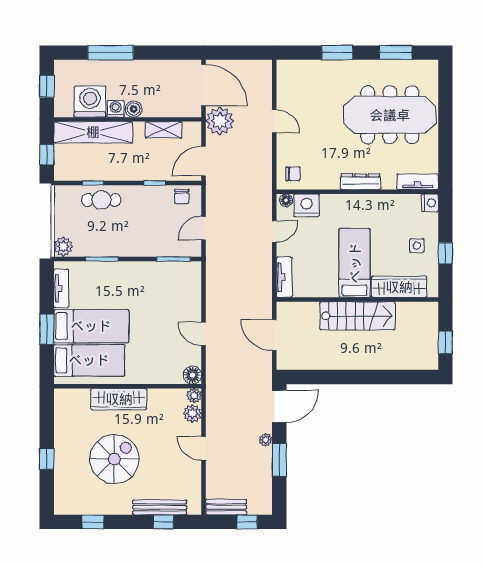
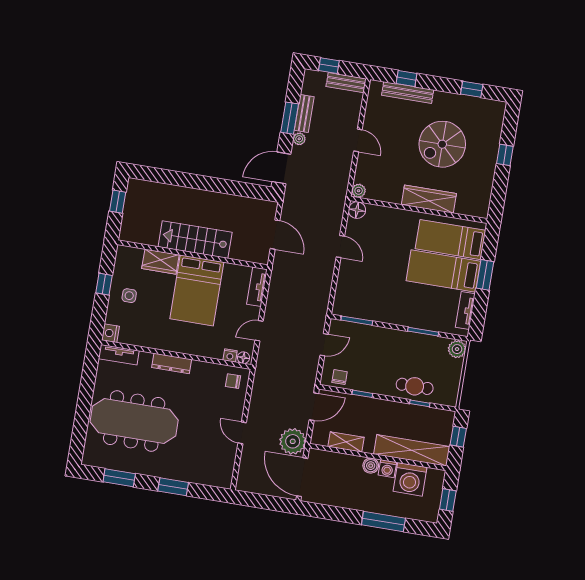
nightstand: (307, 205) -> (230, 355), width x0.53, depth x0.56
bed: (355, 263) -> (197, 290), width x1.50
wardrobe: (399, 287) -> (160, 262), width x0.67
plant: (192, 413) -> (363, 175), removed
bench: (265, 467) -> (304, 114), added

